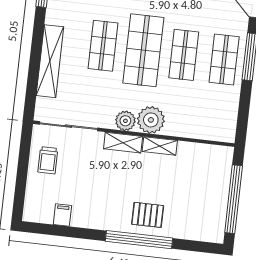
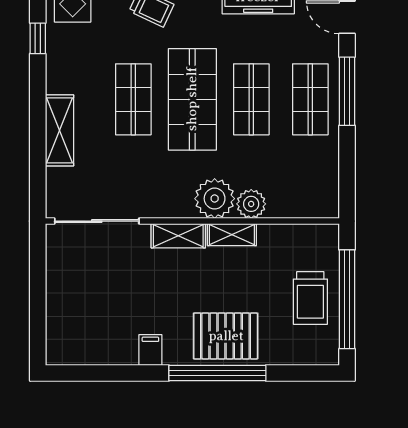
shelving: (50, 61) -> (59, 130), width x0.68
plant: (125, 121) -> (251, 204), moved
trolley: (48, 160) -> (310, 298), moved, width x1.36, depth x1.39
filing cabinet: (62, 215) -> (150, 350), moved
pallet: (148, 215) -> (226, 336), width x1.50, depth x1.42

